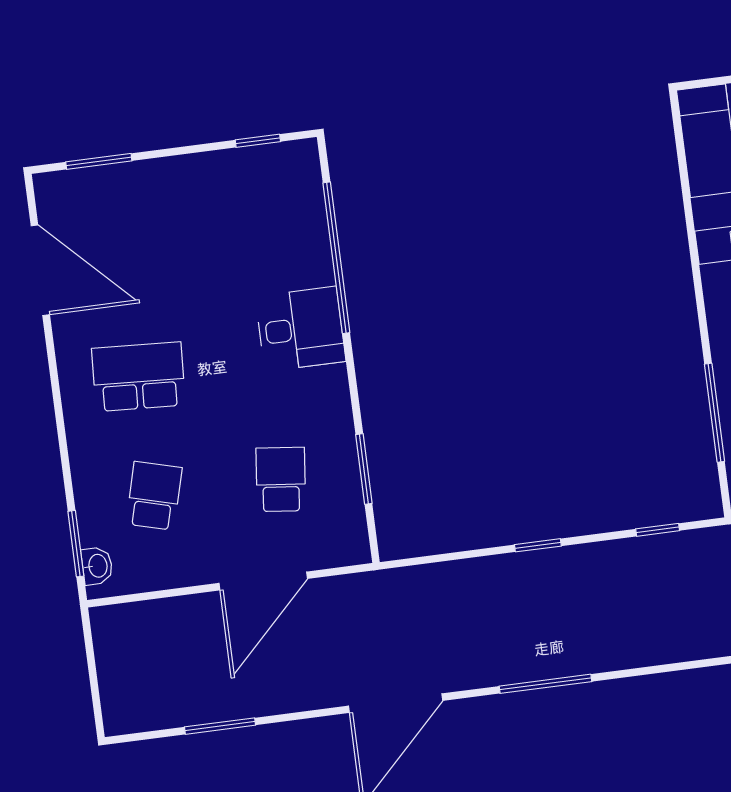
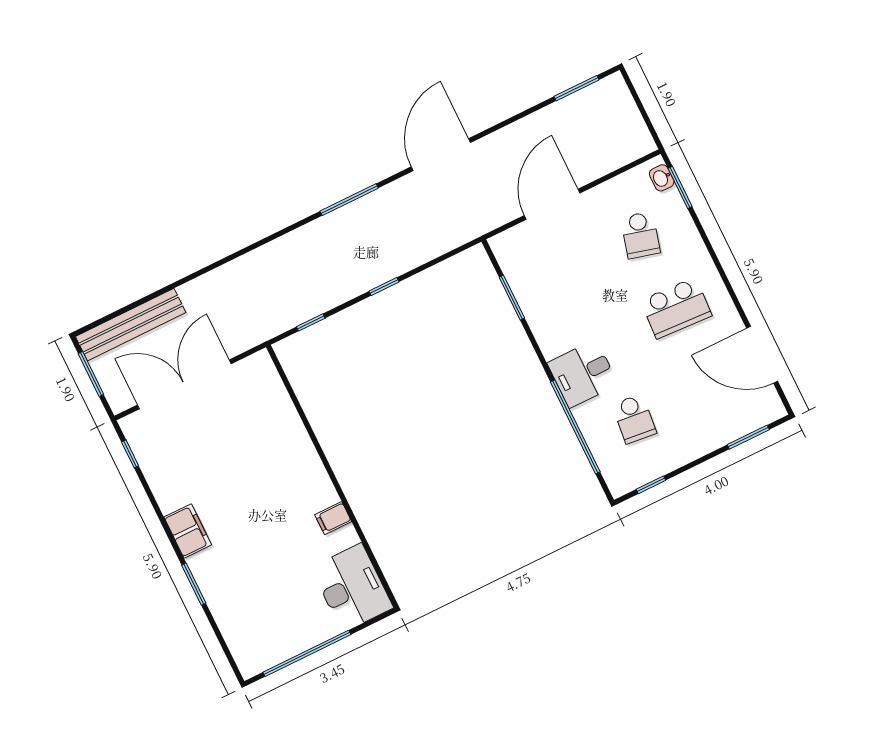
window: (715, 413) -> (300, 410), removed
school desk: (281, 479) -> (634, 419), moved
window: (220, 726) -> (576, 88), moved

